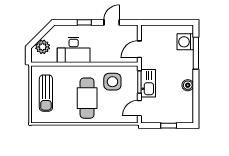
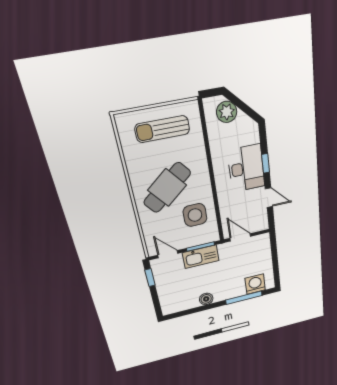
desk: (74, 50) -> (246, 168), moved, turned 180
cafe table: (87, 98) -> (167, 188), turned -39
window: (169, 126) -> (150, 278), moved

